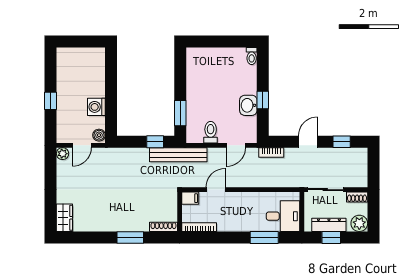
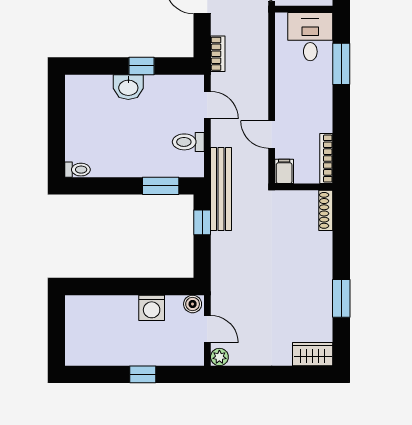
toilet: (252, 56) -> (78, 170), moved
washbasin: (248, 105) -> (128, 87), moved
window: (130, 237) -> (341, 298), moved

